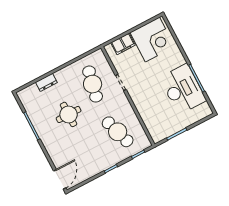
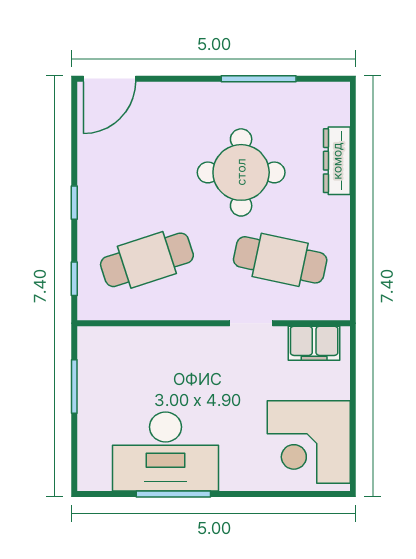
filing cabinet: (123, 44) -> (314, 343), moved, turned -90
dresser: (46, 82) -> (337, 161), width x1.44
round table: (69, 114) -> (241, 172), width x1.36, depth x1.36
door: (60, 179) -> (109, 79), hinge flipped

